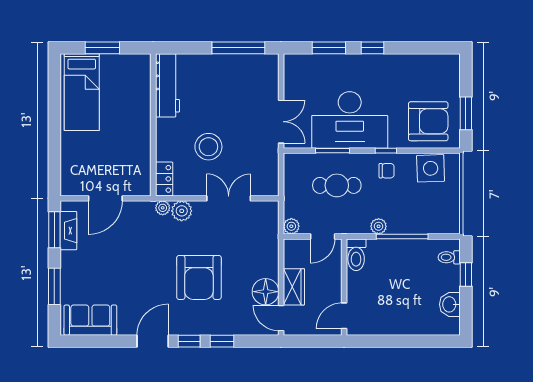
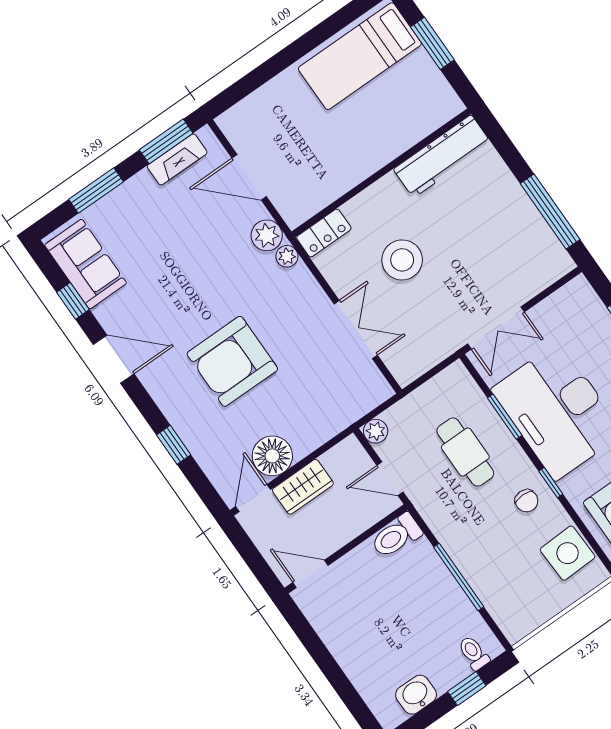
plant: (182, 211) -> (267, 235), moved
plant: (379, 226) -> (451, 539), removed
window: (189, 341) -> (73, 301), moved

